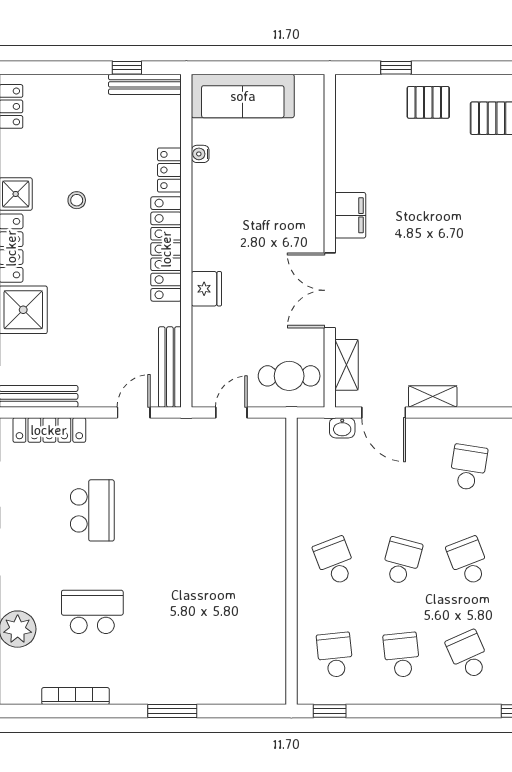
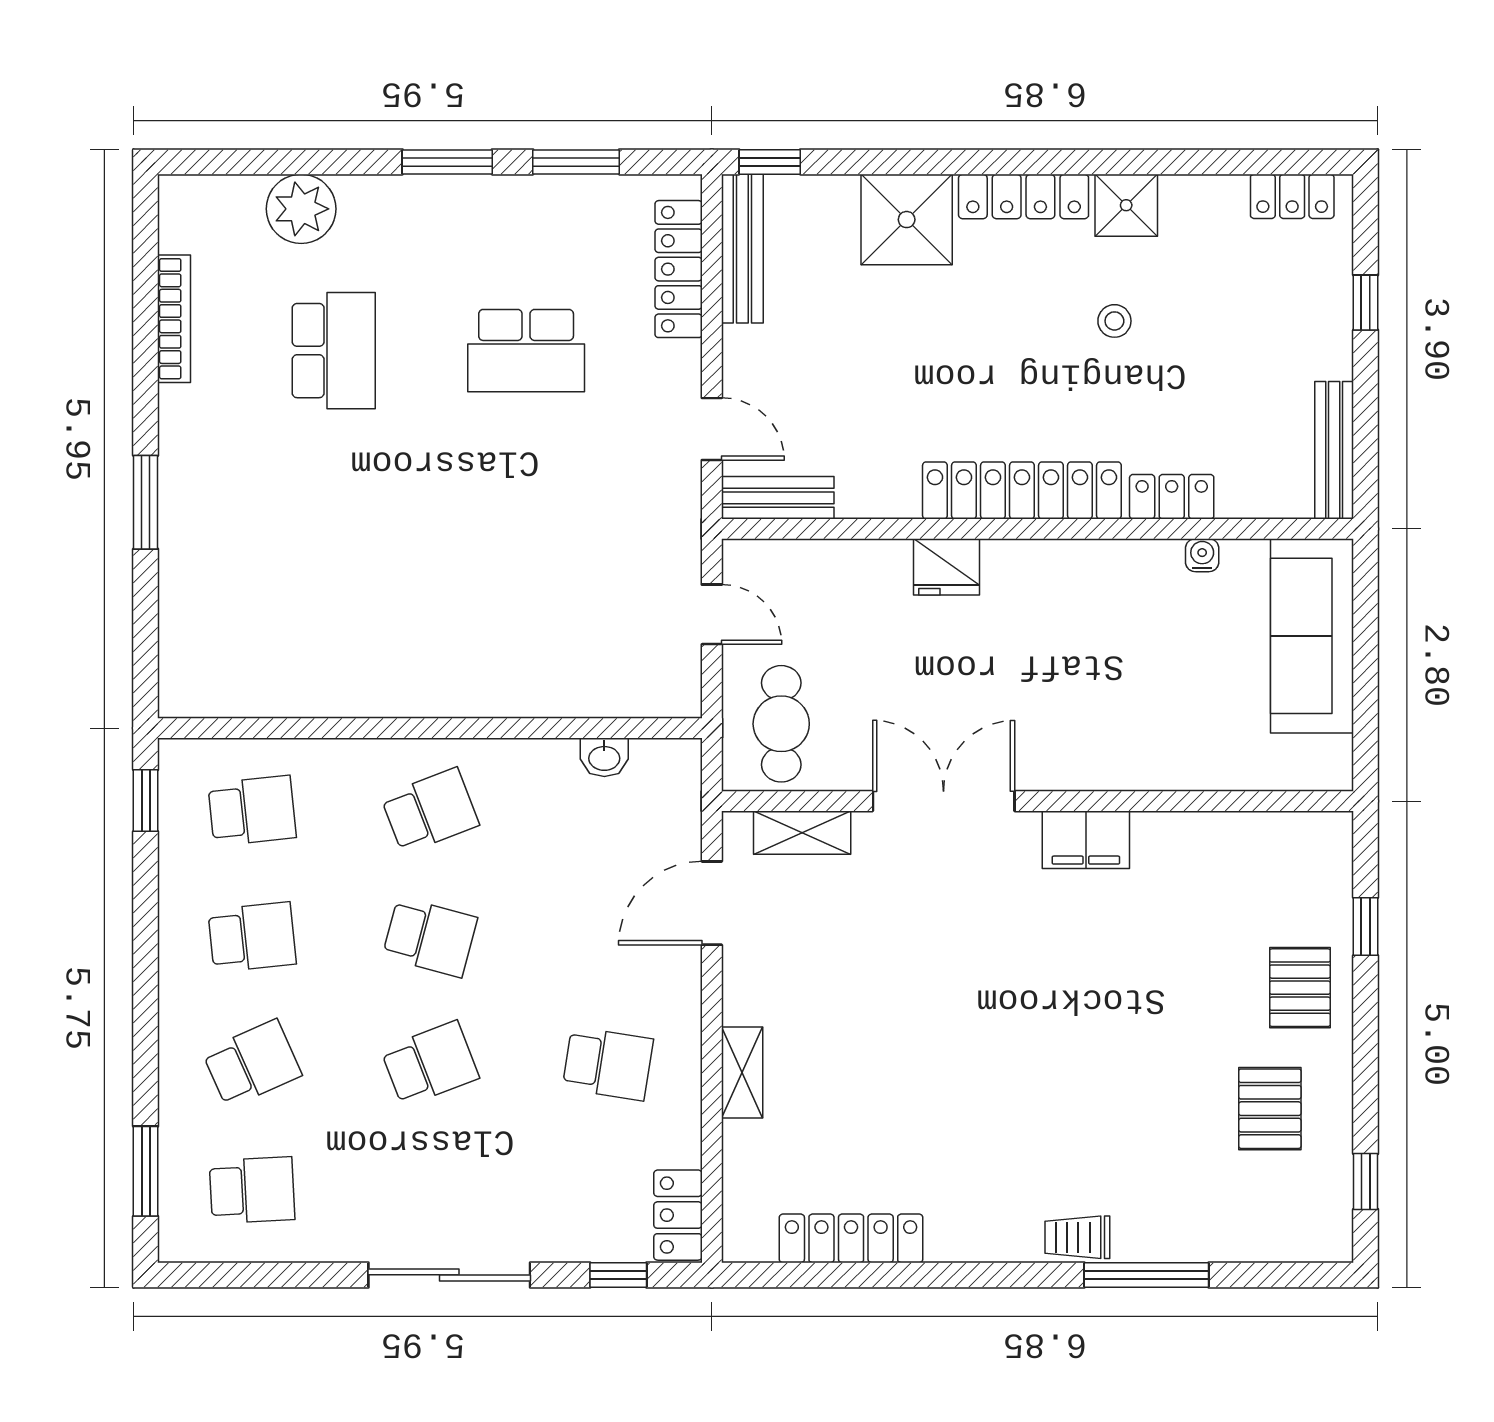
window: (127, 68) -> (1366, 303), moved
bench: (170, 367) -> (778, 498), width x0.73
shelving: (433, 397) -> (742, 1073), moved
washbasin: (342, 428) -> (604, 757), moved, turned -90

